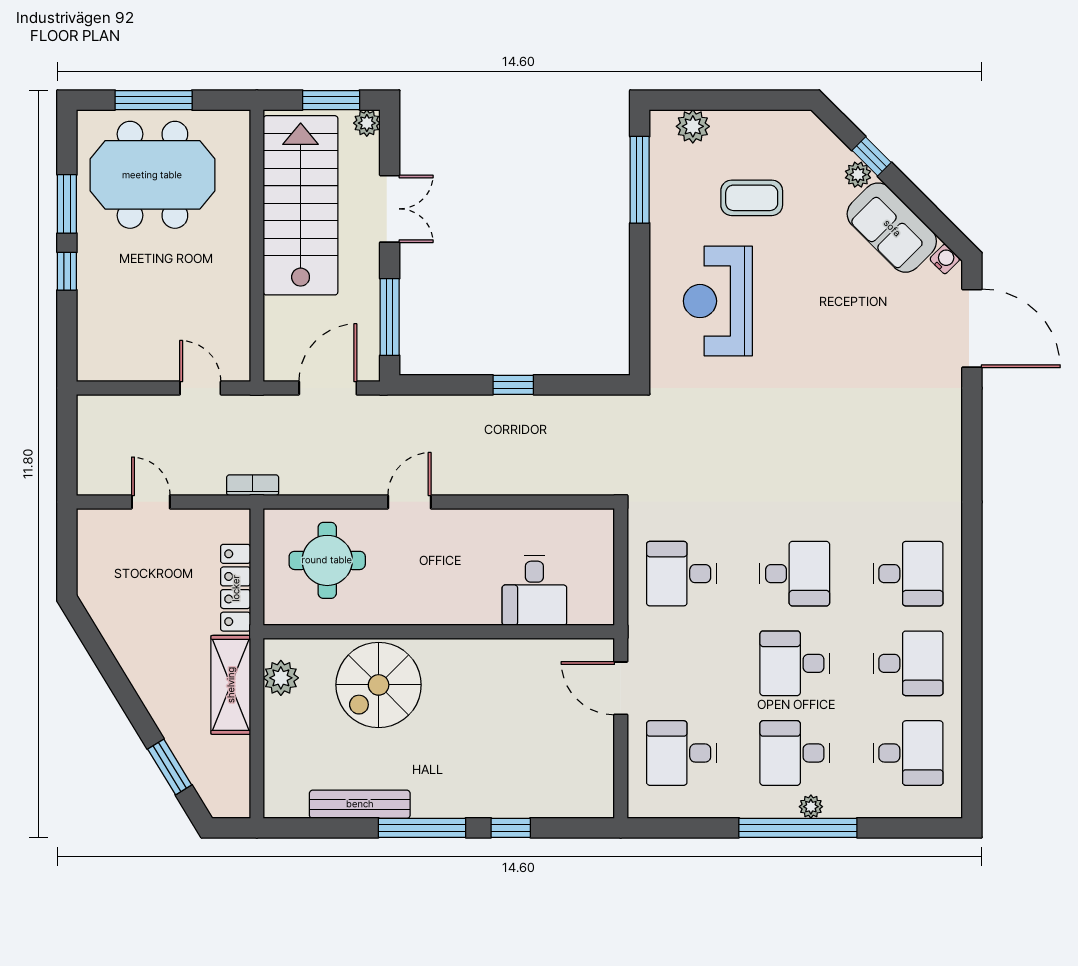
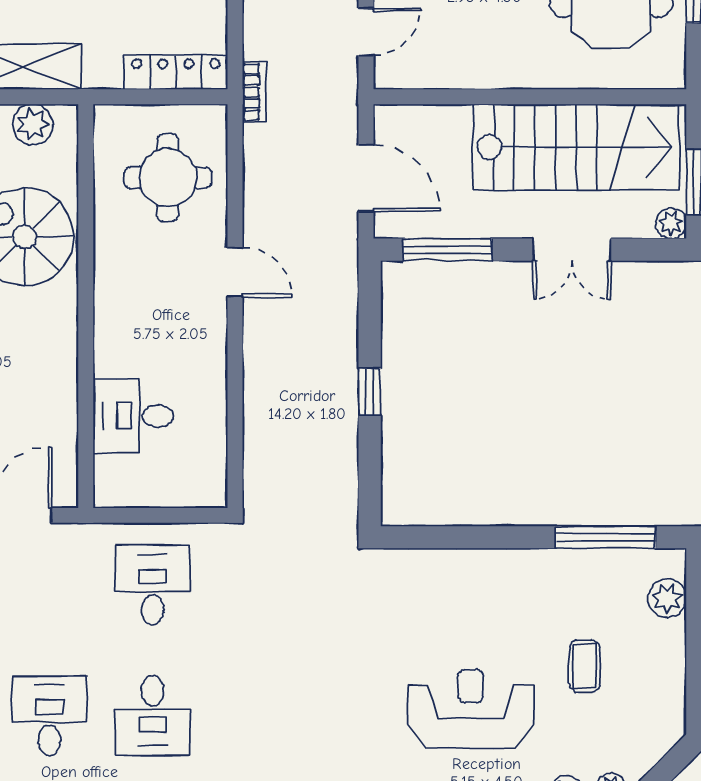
coffee table: (752, 198) -> (585, 666), width x0.73, depth x0.77
reception desk: (718, 301) -> (471, 709), moved
locker: (236, 588) -> (176, 72), moved

